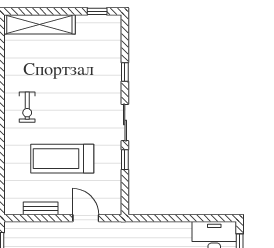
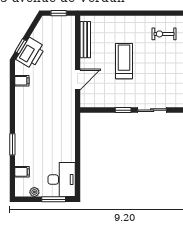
treadmill: (62, 159) -> (124, 61), width x0.73, depth x0.73
bench: (41, 208) -> (85, 40), width x1.36

